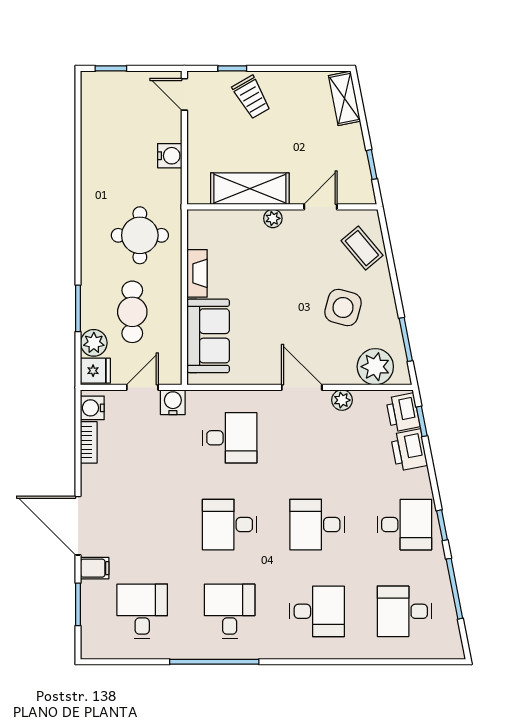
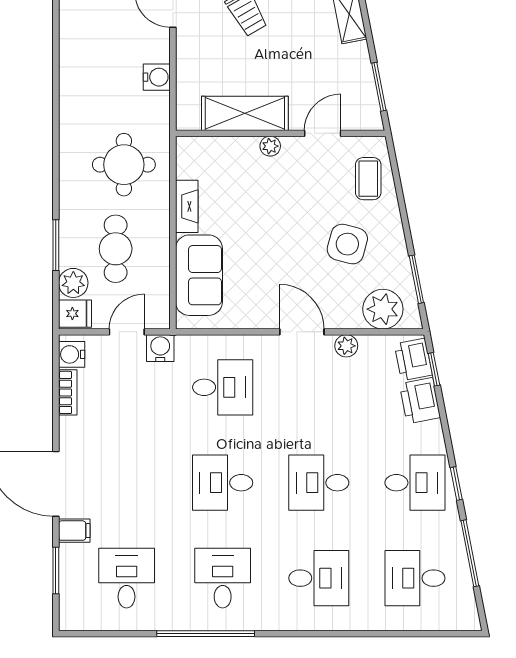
window: (372, 165) -> (379, 87), width x1.50
coffee table: (362, 248) -> (368, 179), turned 40

